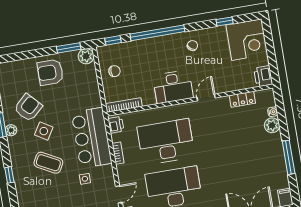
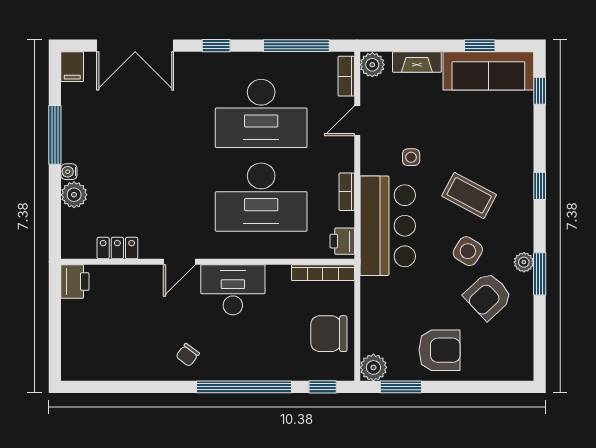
window: (225, 21) -> (125, 387), removed
corner desk: (247, 40) -> (93, 349), removed
chair: (114, 71) -> (329, 334), width x1.87, depth x1.87
water cooler: (273, 112) -> (69, 172), moved

